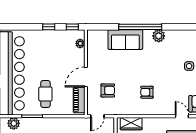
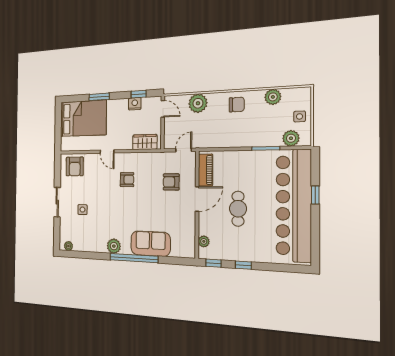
cafe table: (45, 94) -> (238, 209), moved
door: (182, 116) -> (107, 152), moved

